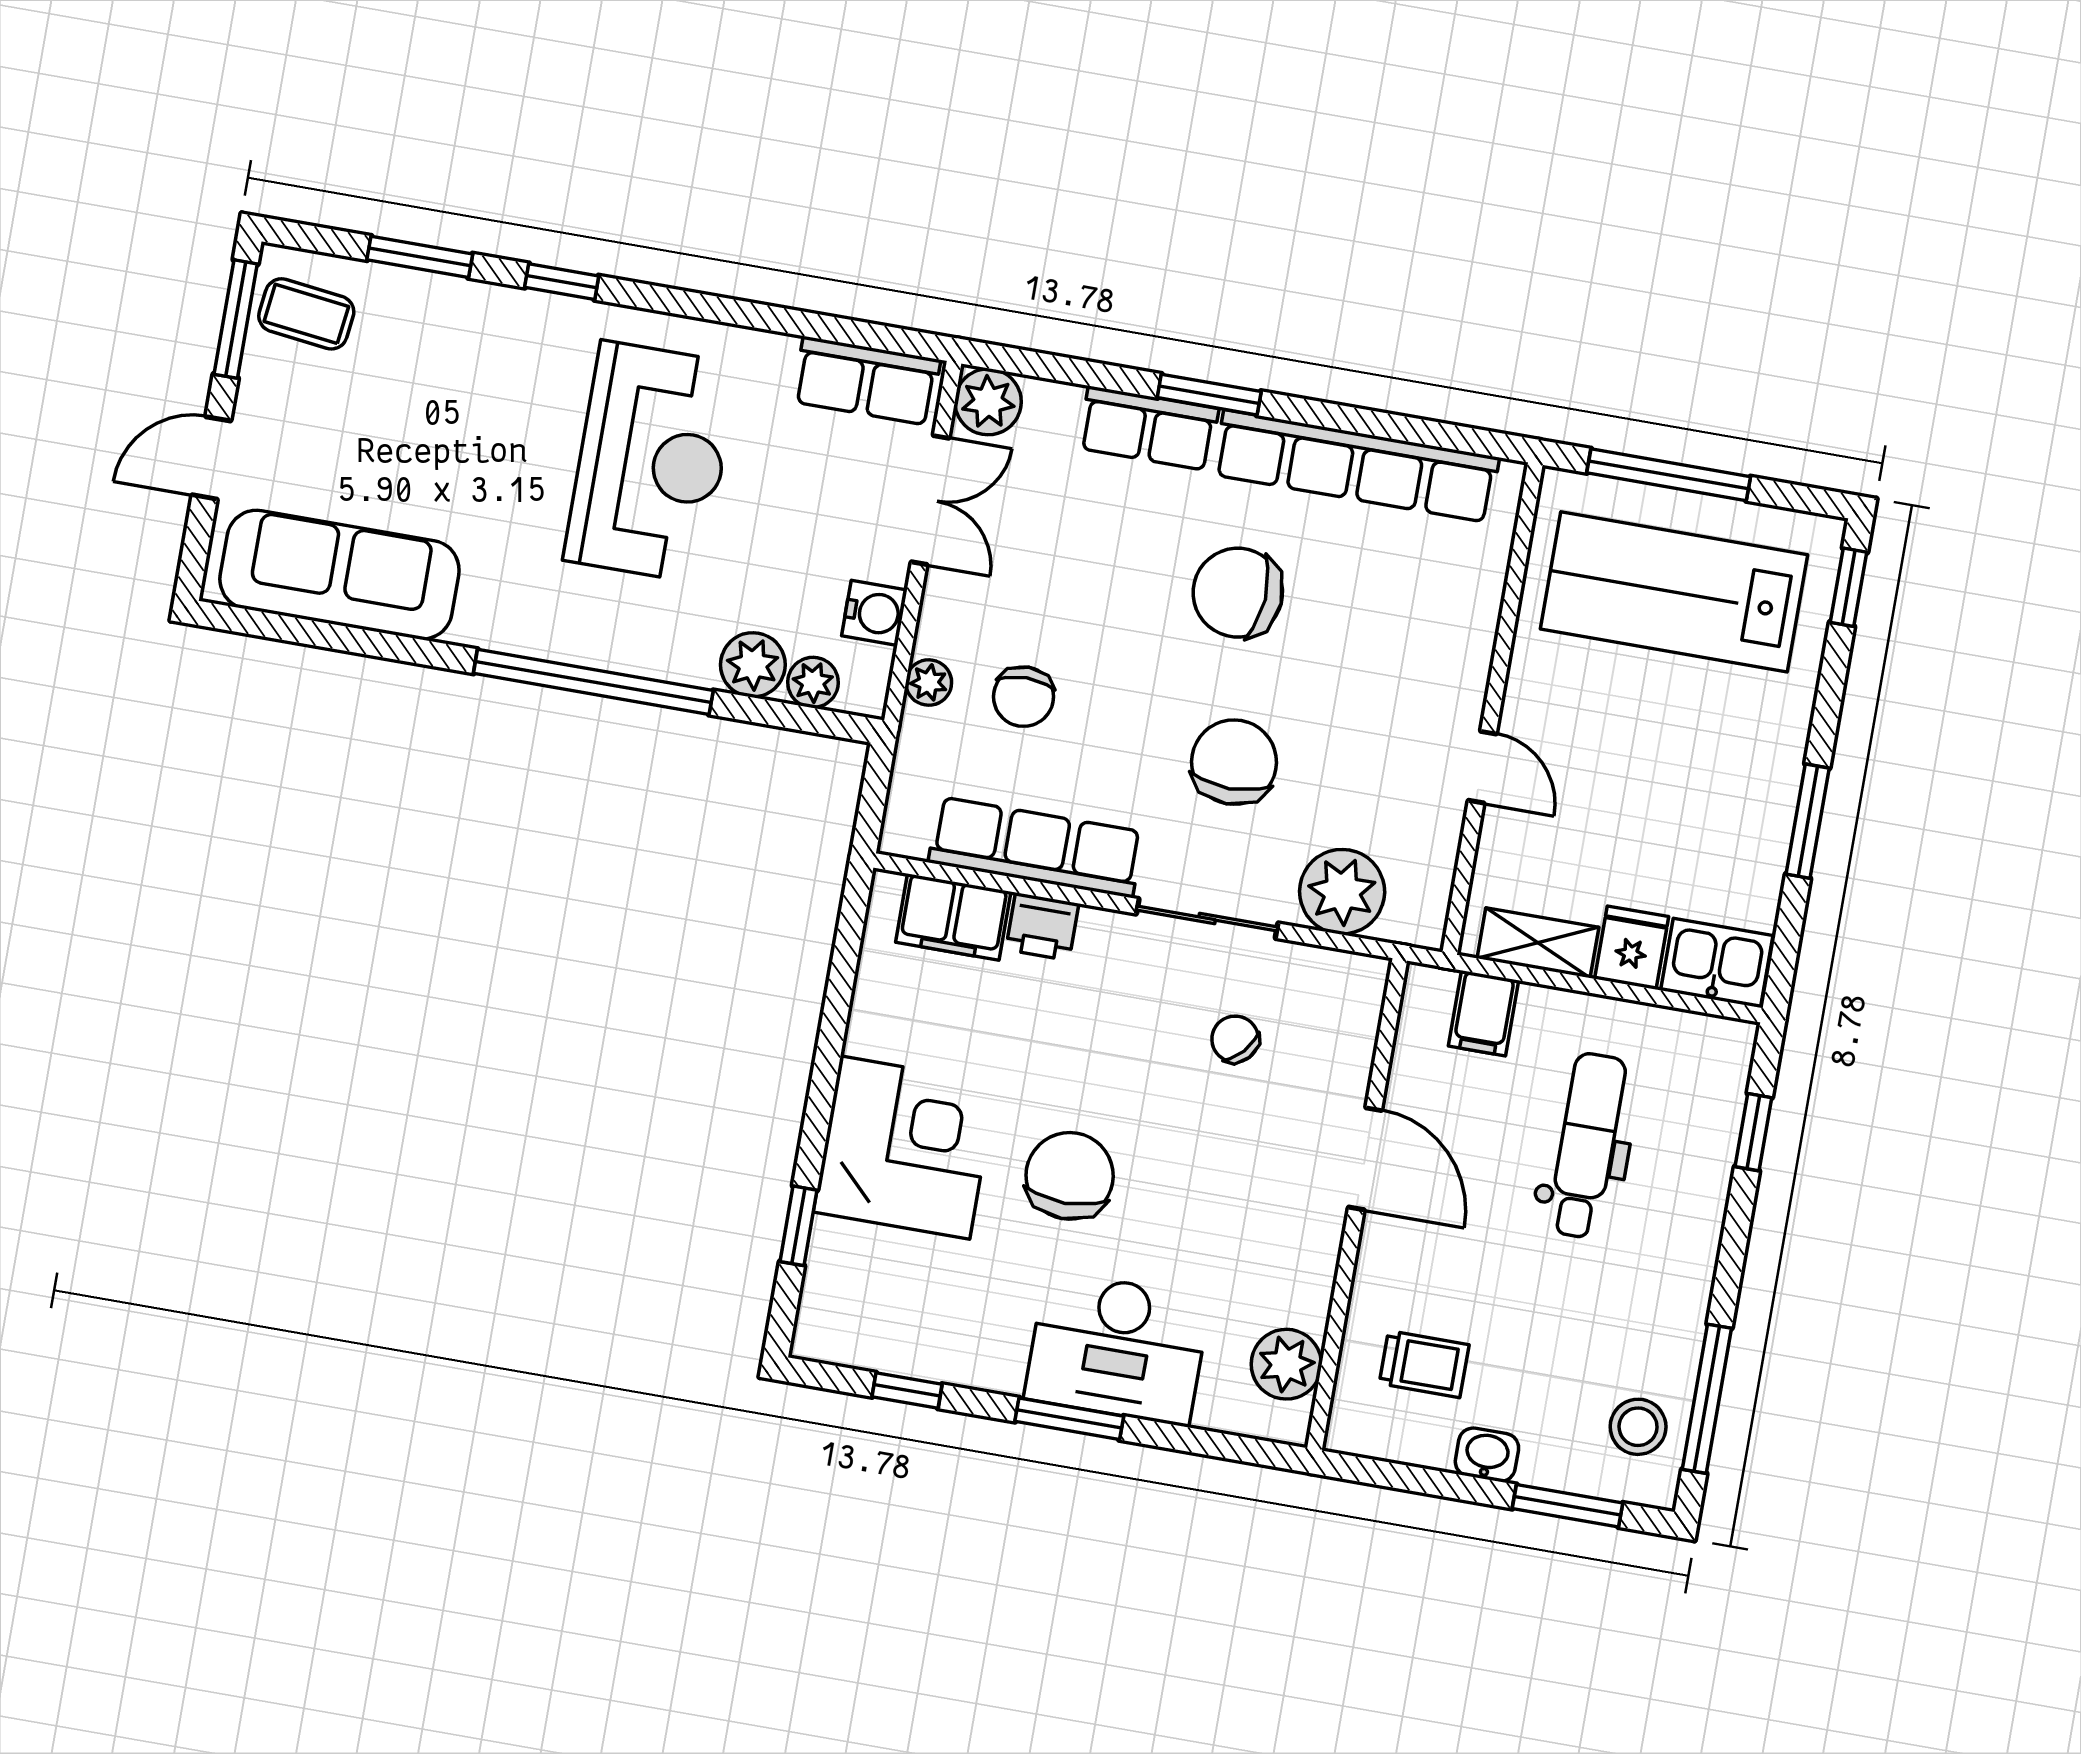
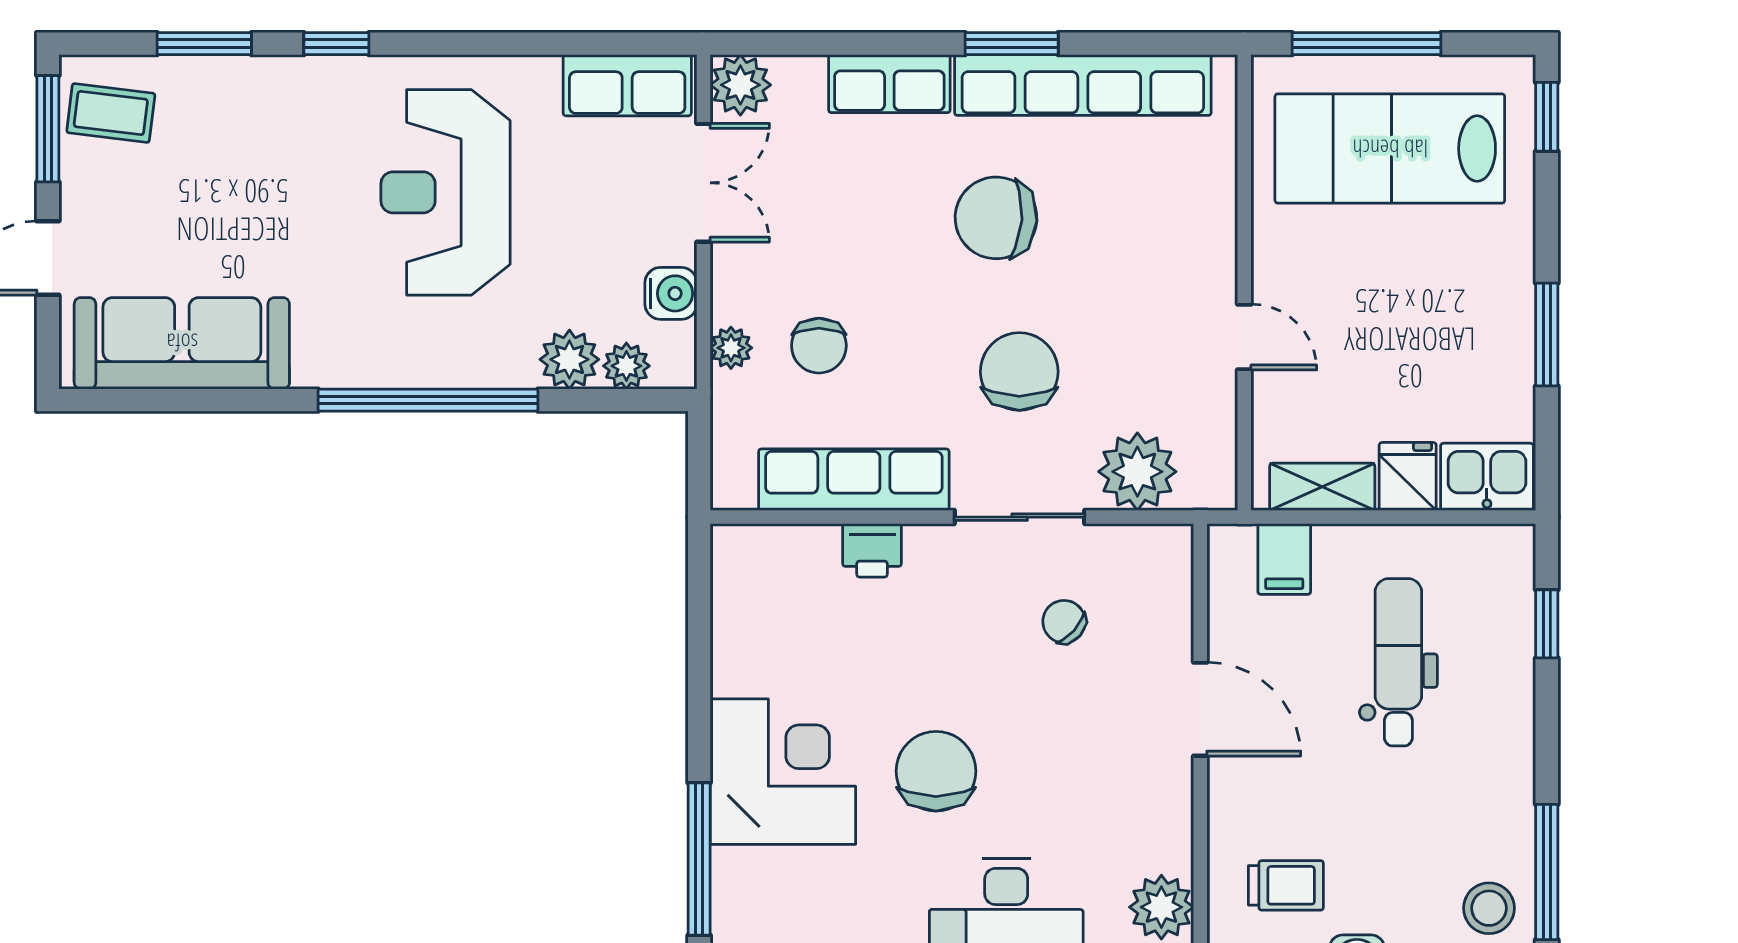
window: (1209, 395) -> (1012, 44), moved
reception desk: (651, 462) -> (446, 192), turned 180
filing cabinet: (953, 917) -> (790, 556), removed
window: (798, 1226) -> (699, 859), width x2.17

